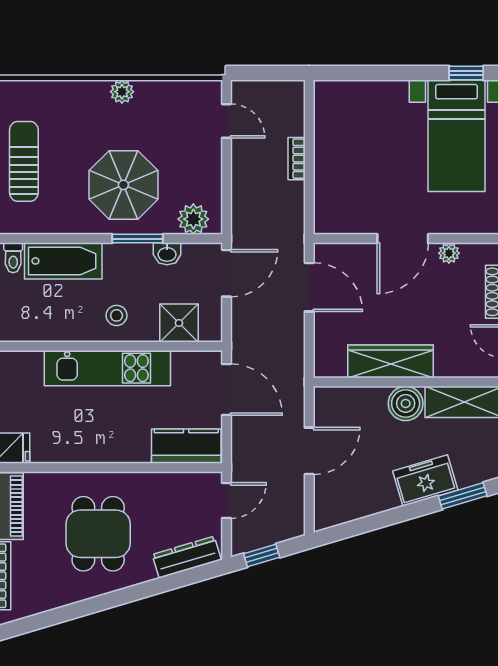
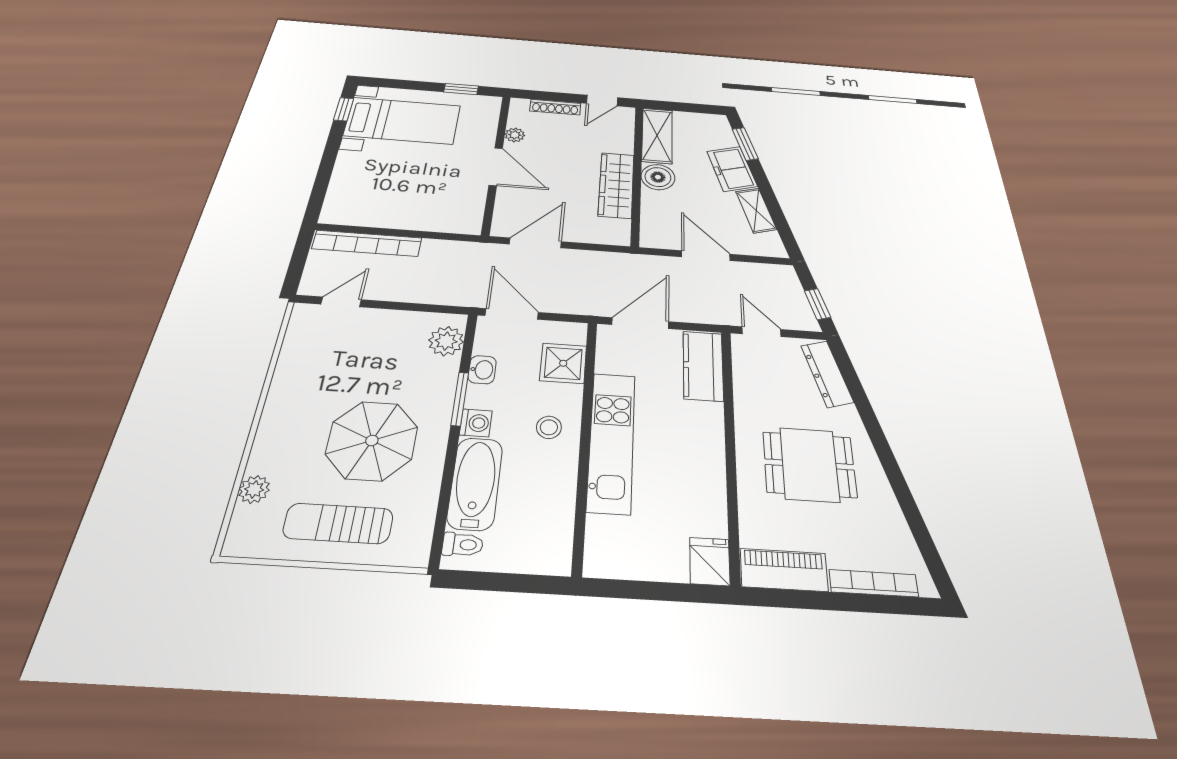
plant: (122, 92) -> (254, 489), moved
bookcase: (297, 159) -> (367, 243), width x2.31, depth x1.31
parasol: (123, 185) -> (372, 441), moved
washing machine: (116, 255) -> (476, 423), added
shelving: (371, 503) -> (756, 210), added

